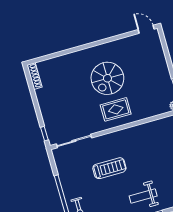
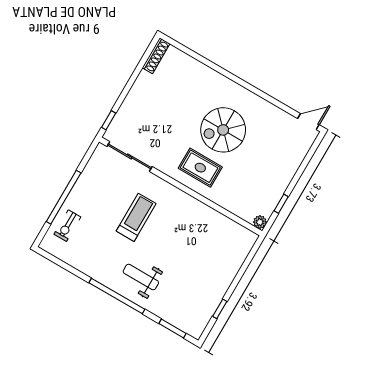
door: (146, 29) -> (308, 122), hinge flipped
treadmill: (109, 168) -> (136, 217), turned -90

